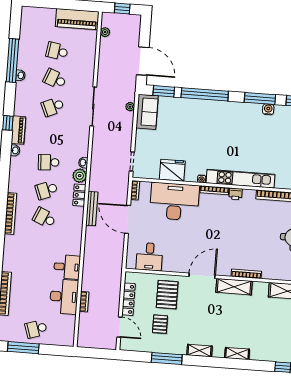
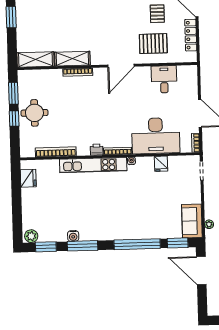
fridge: (172, 170) -> (161, 164), width x0.53, depth x0.75
desk: (149, 257) -> (164, 79), moved
shelving: (234, 287) -> (72, 59), moved
pallet: (167, 295) -> (153, 44), turned 90

